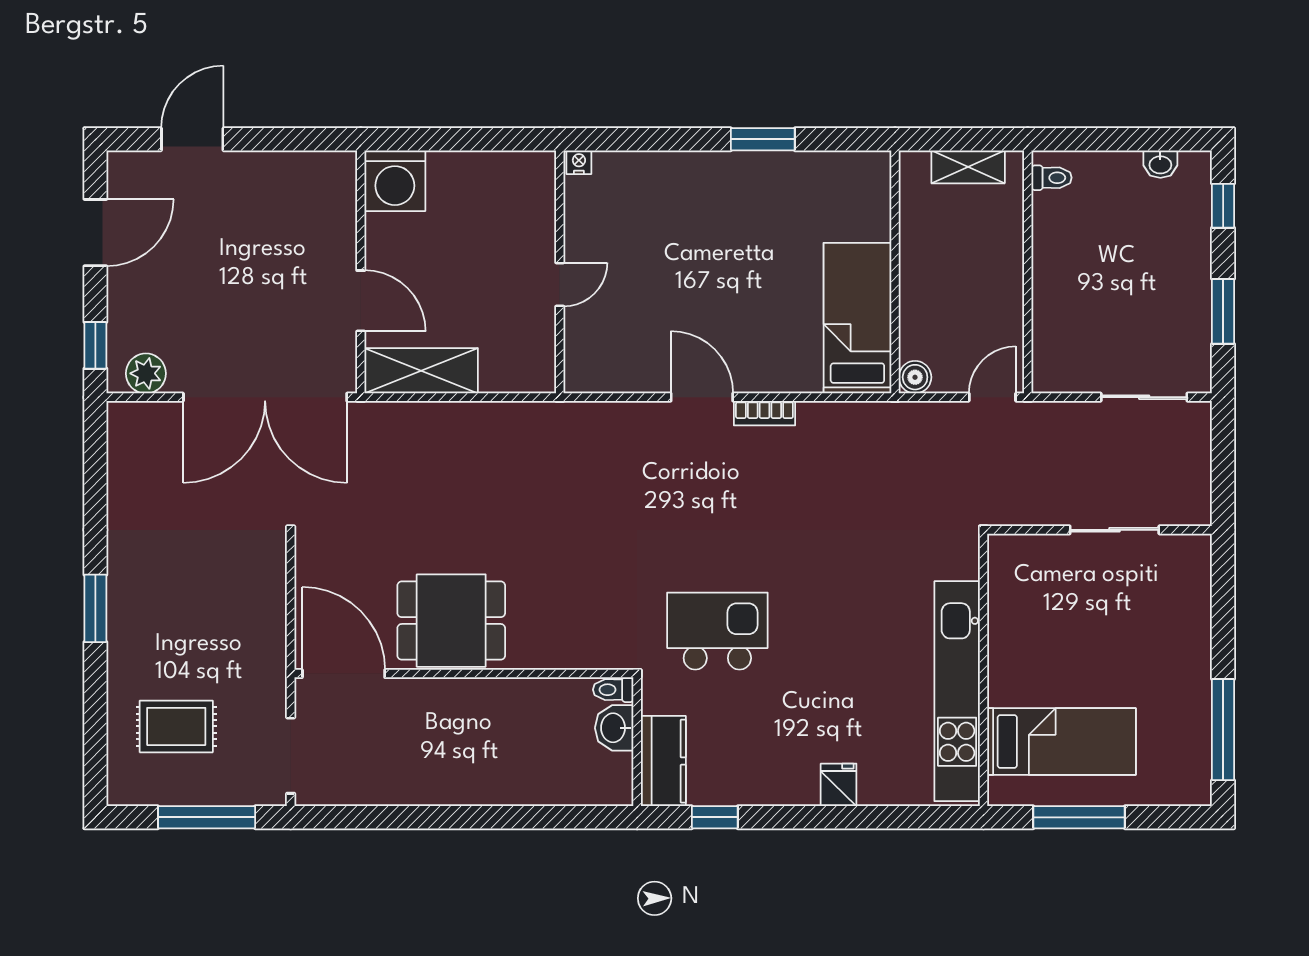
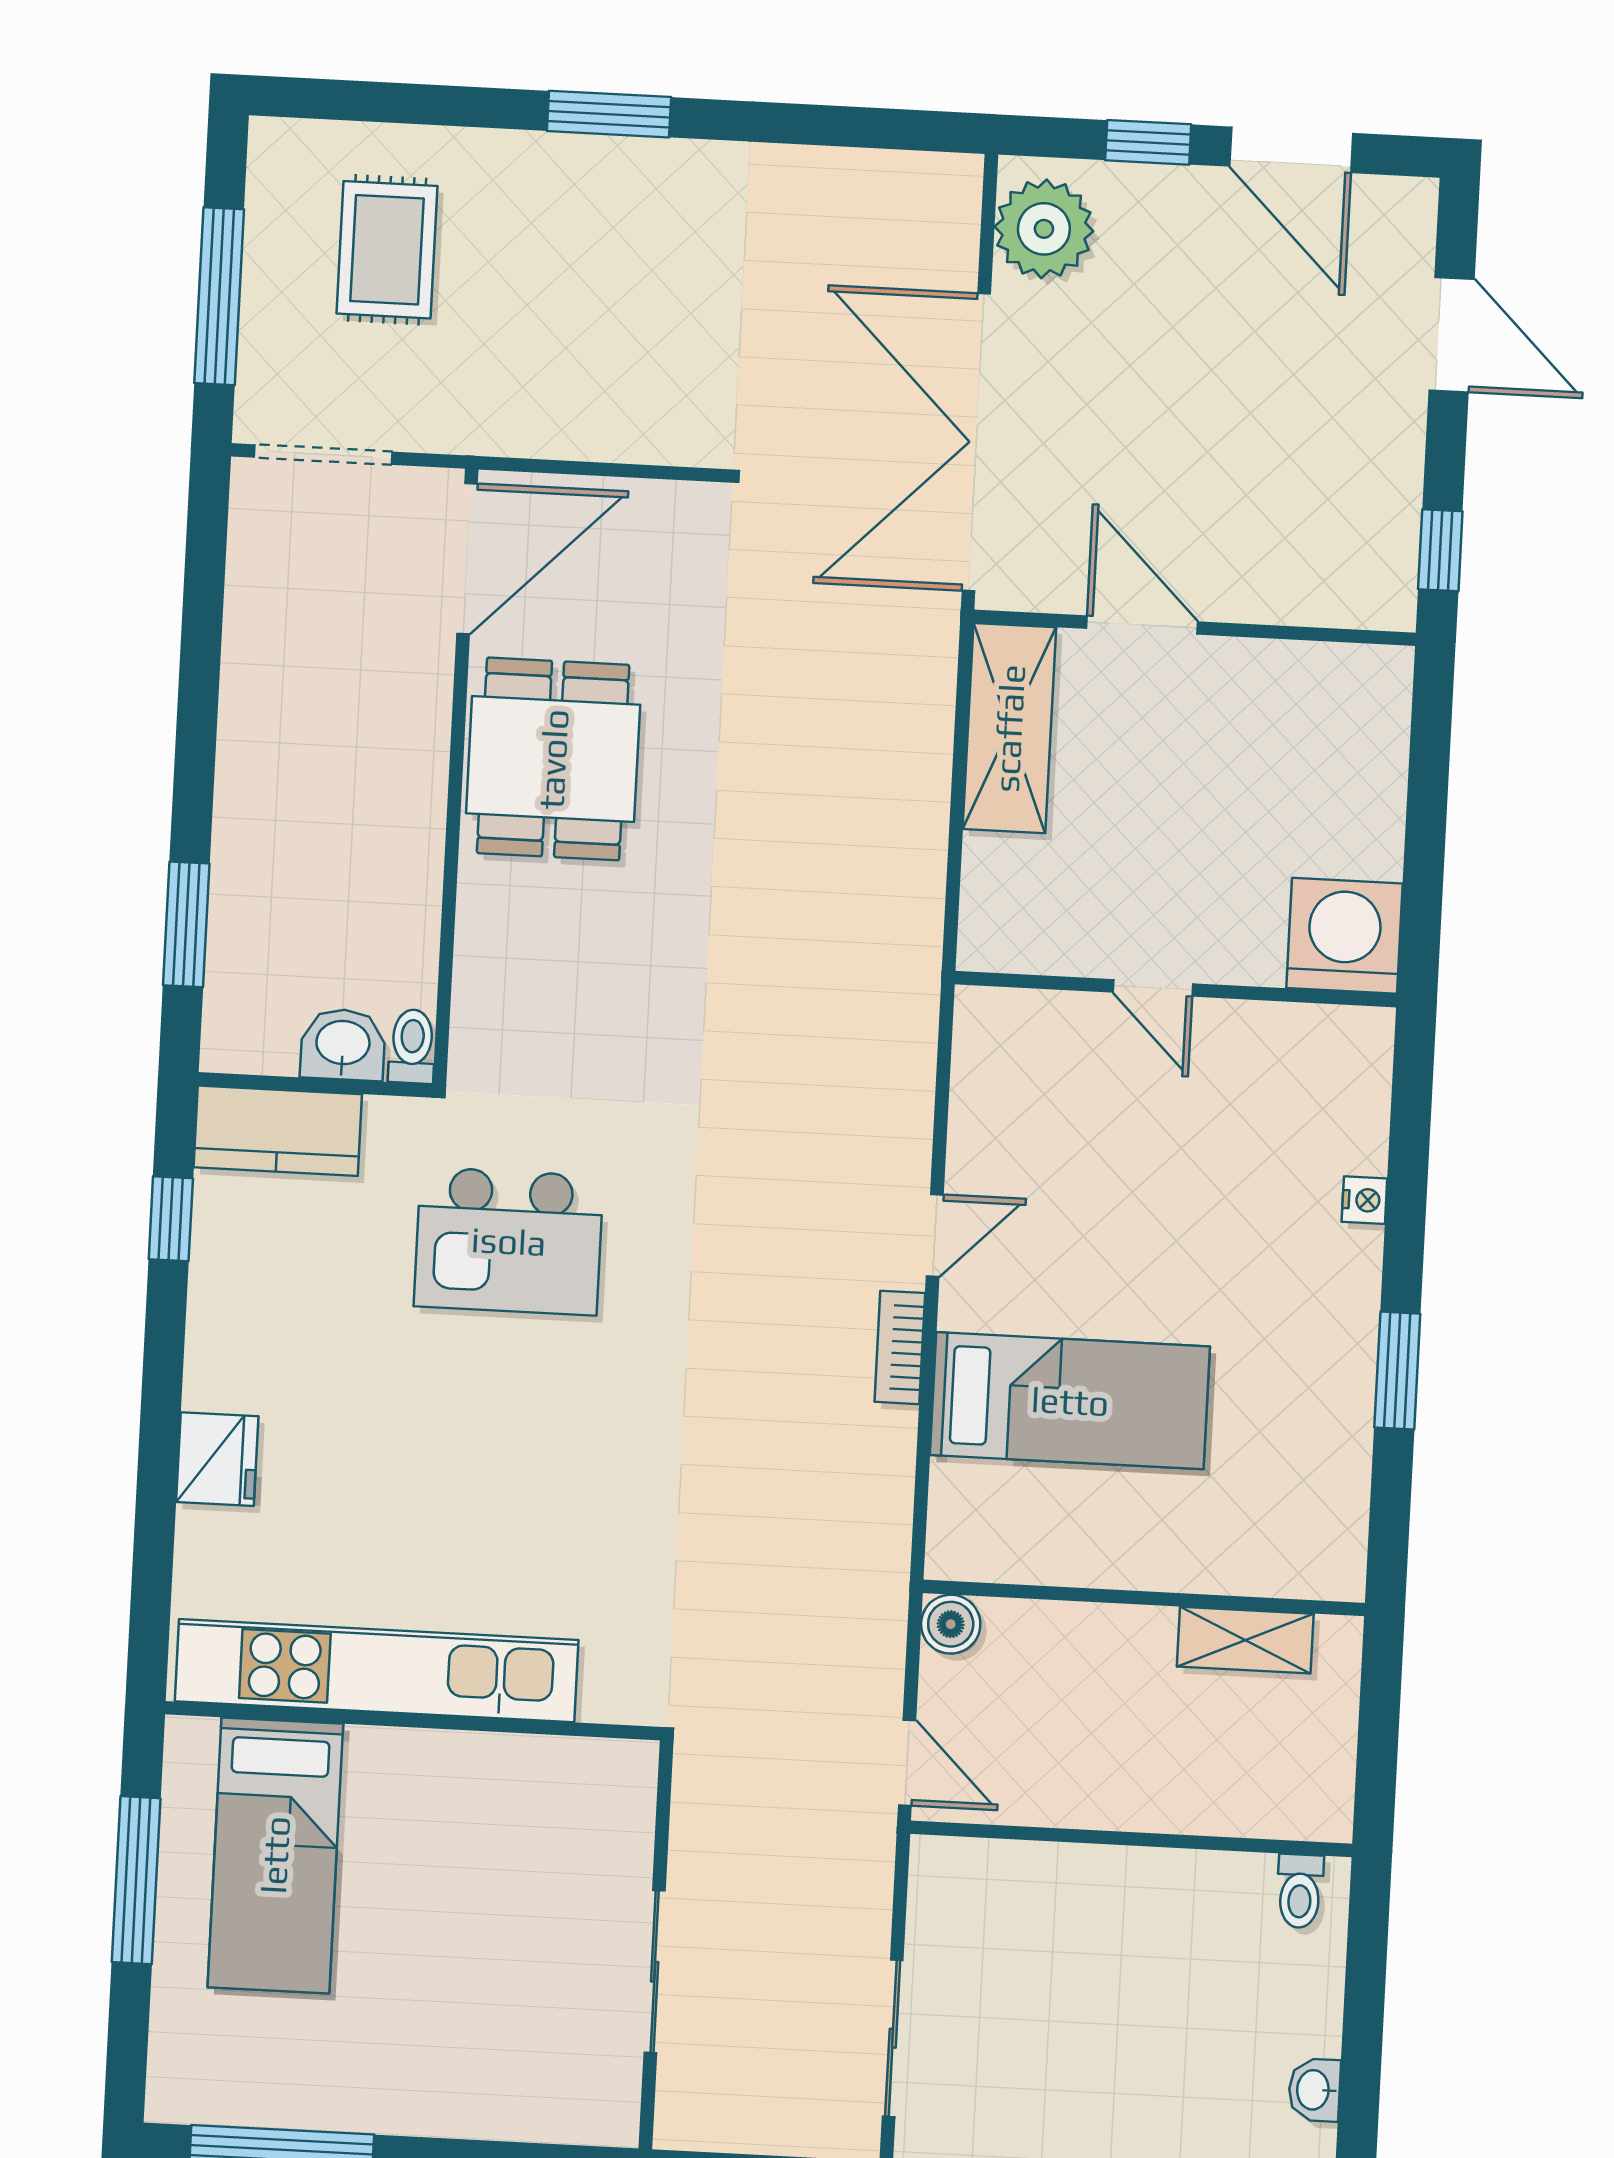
window: (311, 139) -> (1440, 550), added
nightstand: (579, 162) -> (1364, 1200), moved
shelving: (968, 167) -> (1245, 1640), moved, turned 90
washing machine: (395, 181) -> (1345, 936), moved, turned 90
door: (361, 301) -> (1142, 625), swing flipped
bed: (857, 318) -> (1070, 1401), moved
window: (95, 345) -> (1148, 142), moved
plant: (146, 373) -> (1044, 229), width x1.36, depth x1.36
door: (702, 397) -> (935, 1235), width x0.73
kitchen island: (717, 631) -> (509, 1241), turned 90
fridge: (839, 785) -> (217, 1459), width x1.38
window: (553, 817) -> (186, 924), added

